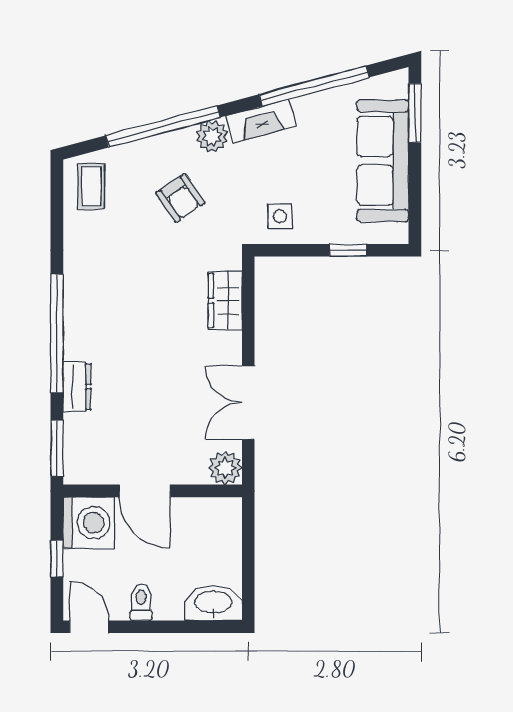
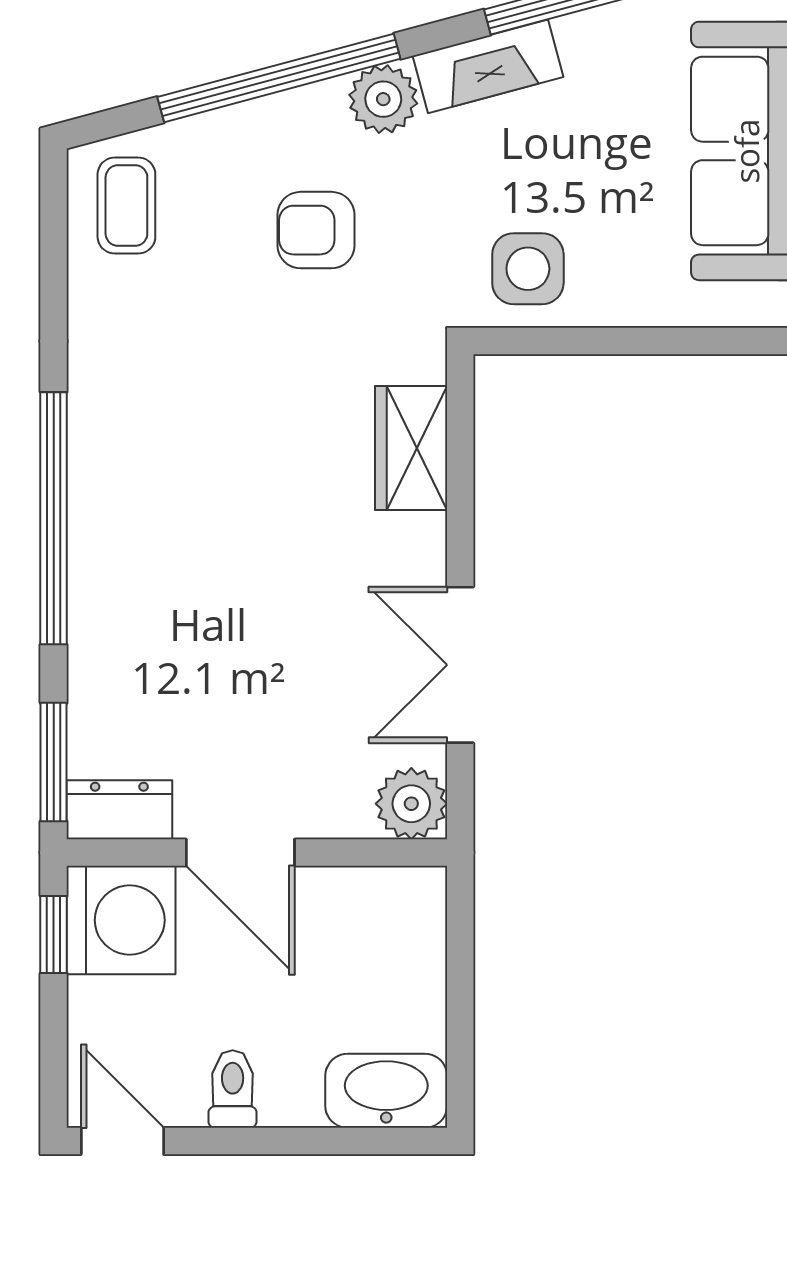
armchair: (180, 198) -> (316, 230), turned 124
side table: (280, 216) -> (528, 269), width x1.37, depth x1.37
window: (348, 250) -> (672, 341), removed
dresser: (77, 387) -> (119, 810), moved, turned -90
window: (57, 559) -> (54, 935), moved

